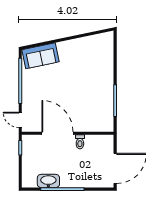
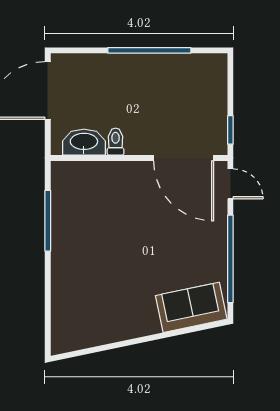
door: (57, 133) -> (184, 158), moved
washbasin: (48, 181) -> (84, 142), moved, turned 180

